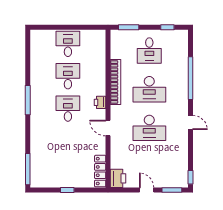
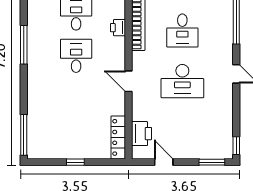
desk: (149, 89) -> (182, 31), width x0.73
printer: (100, 102) -> (118, 28), moved
printer: (118, 178) -> (141, 134), moved
door: (147, 190) -> (164, 162), moved

